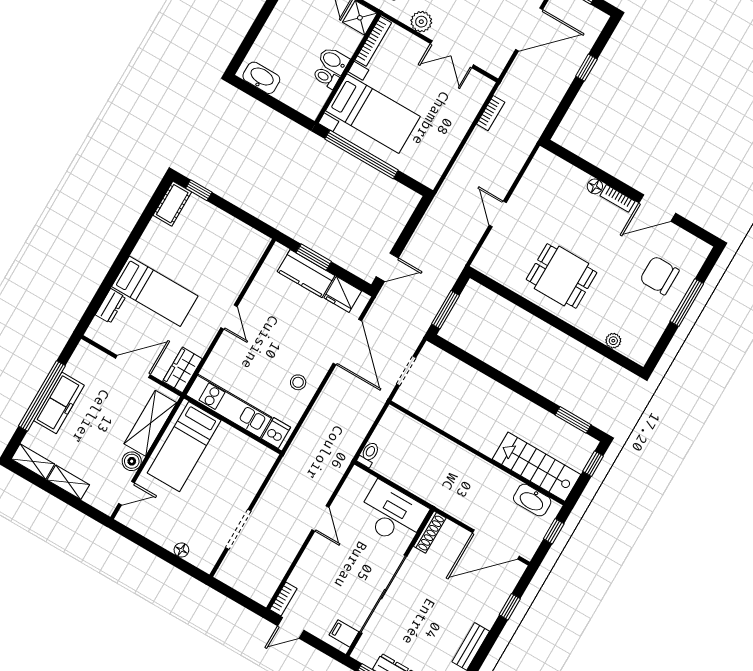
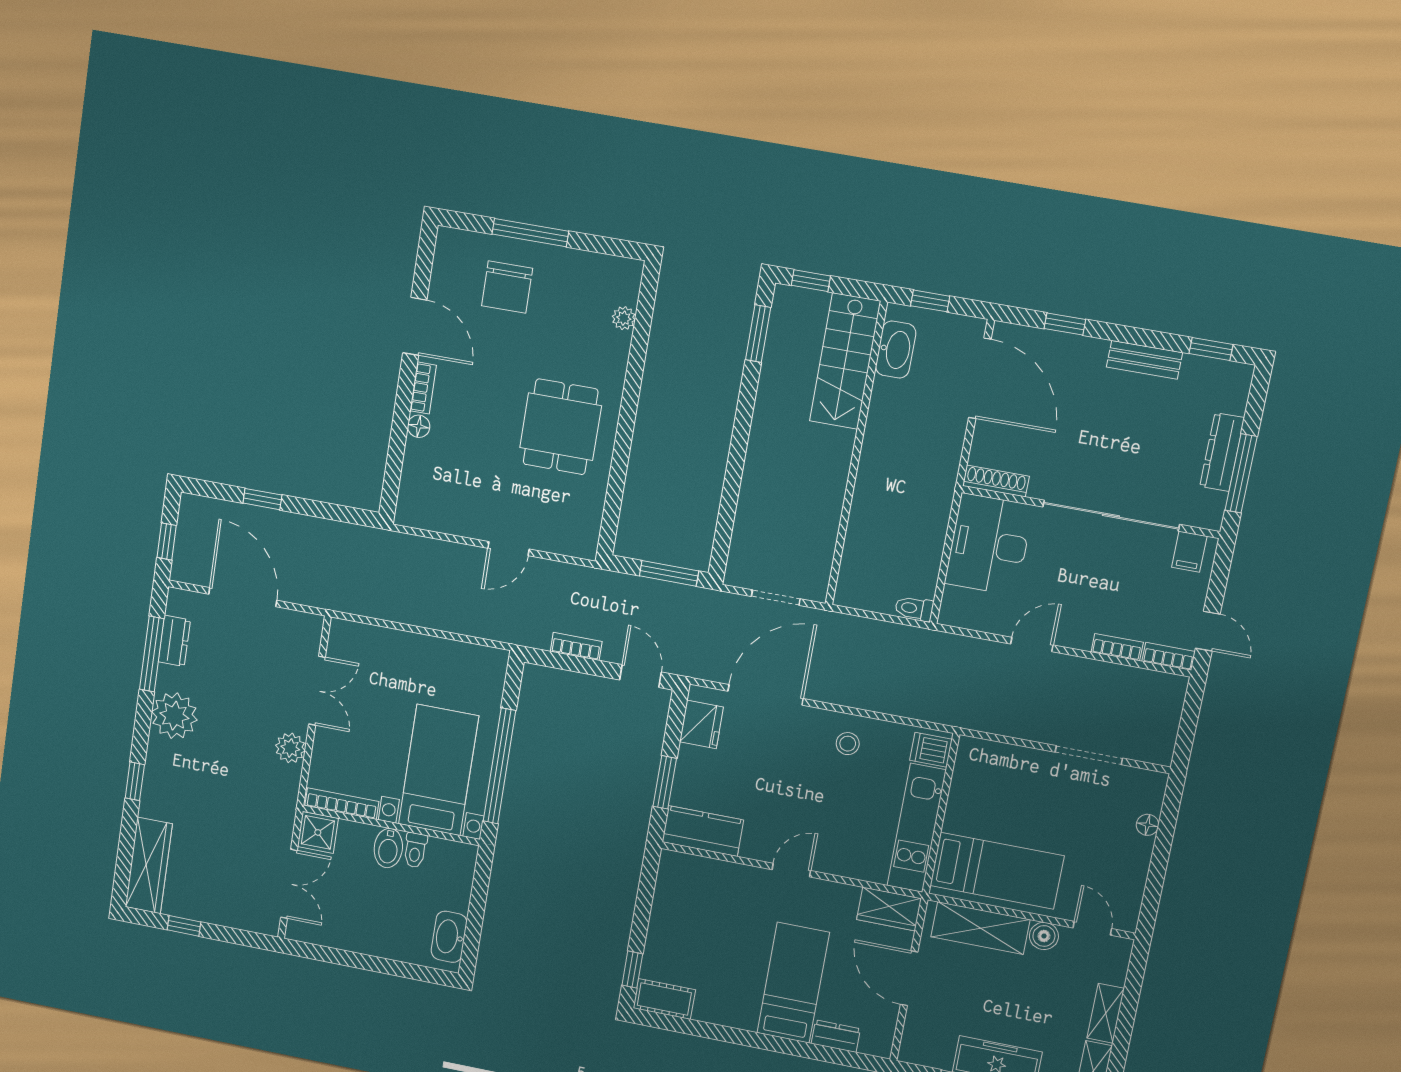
bookcase: (491, 113) -> (576, 646), moved
kitchen counter: (306, 274) -> (703, 831), moved, turned -90
bookcase: (300, 570) -> (1117, 647), added

